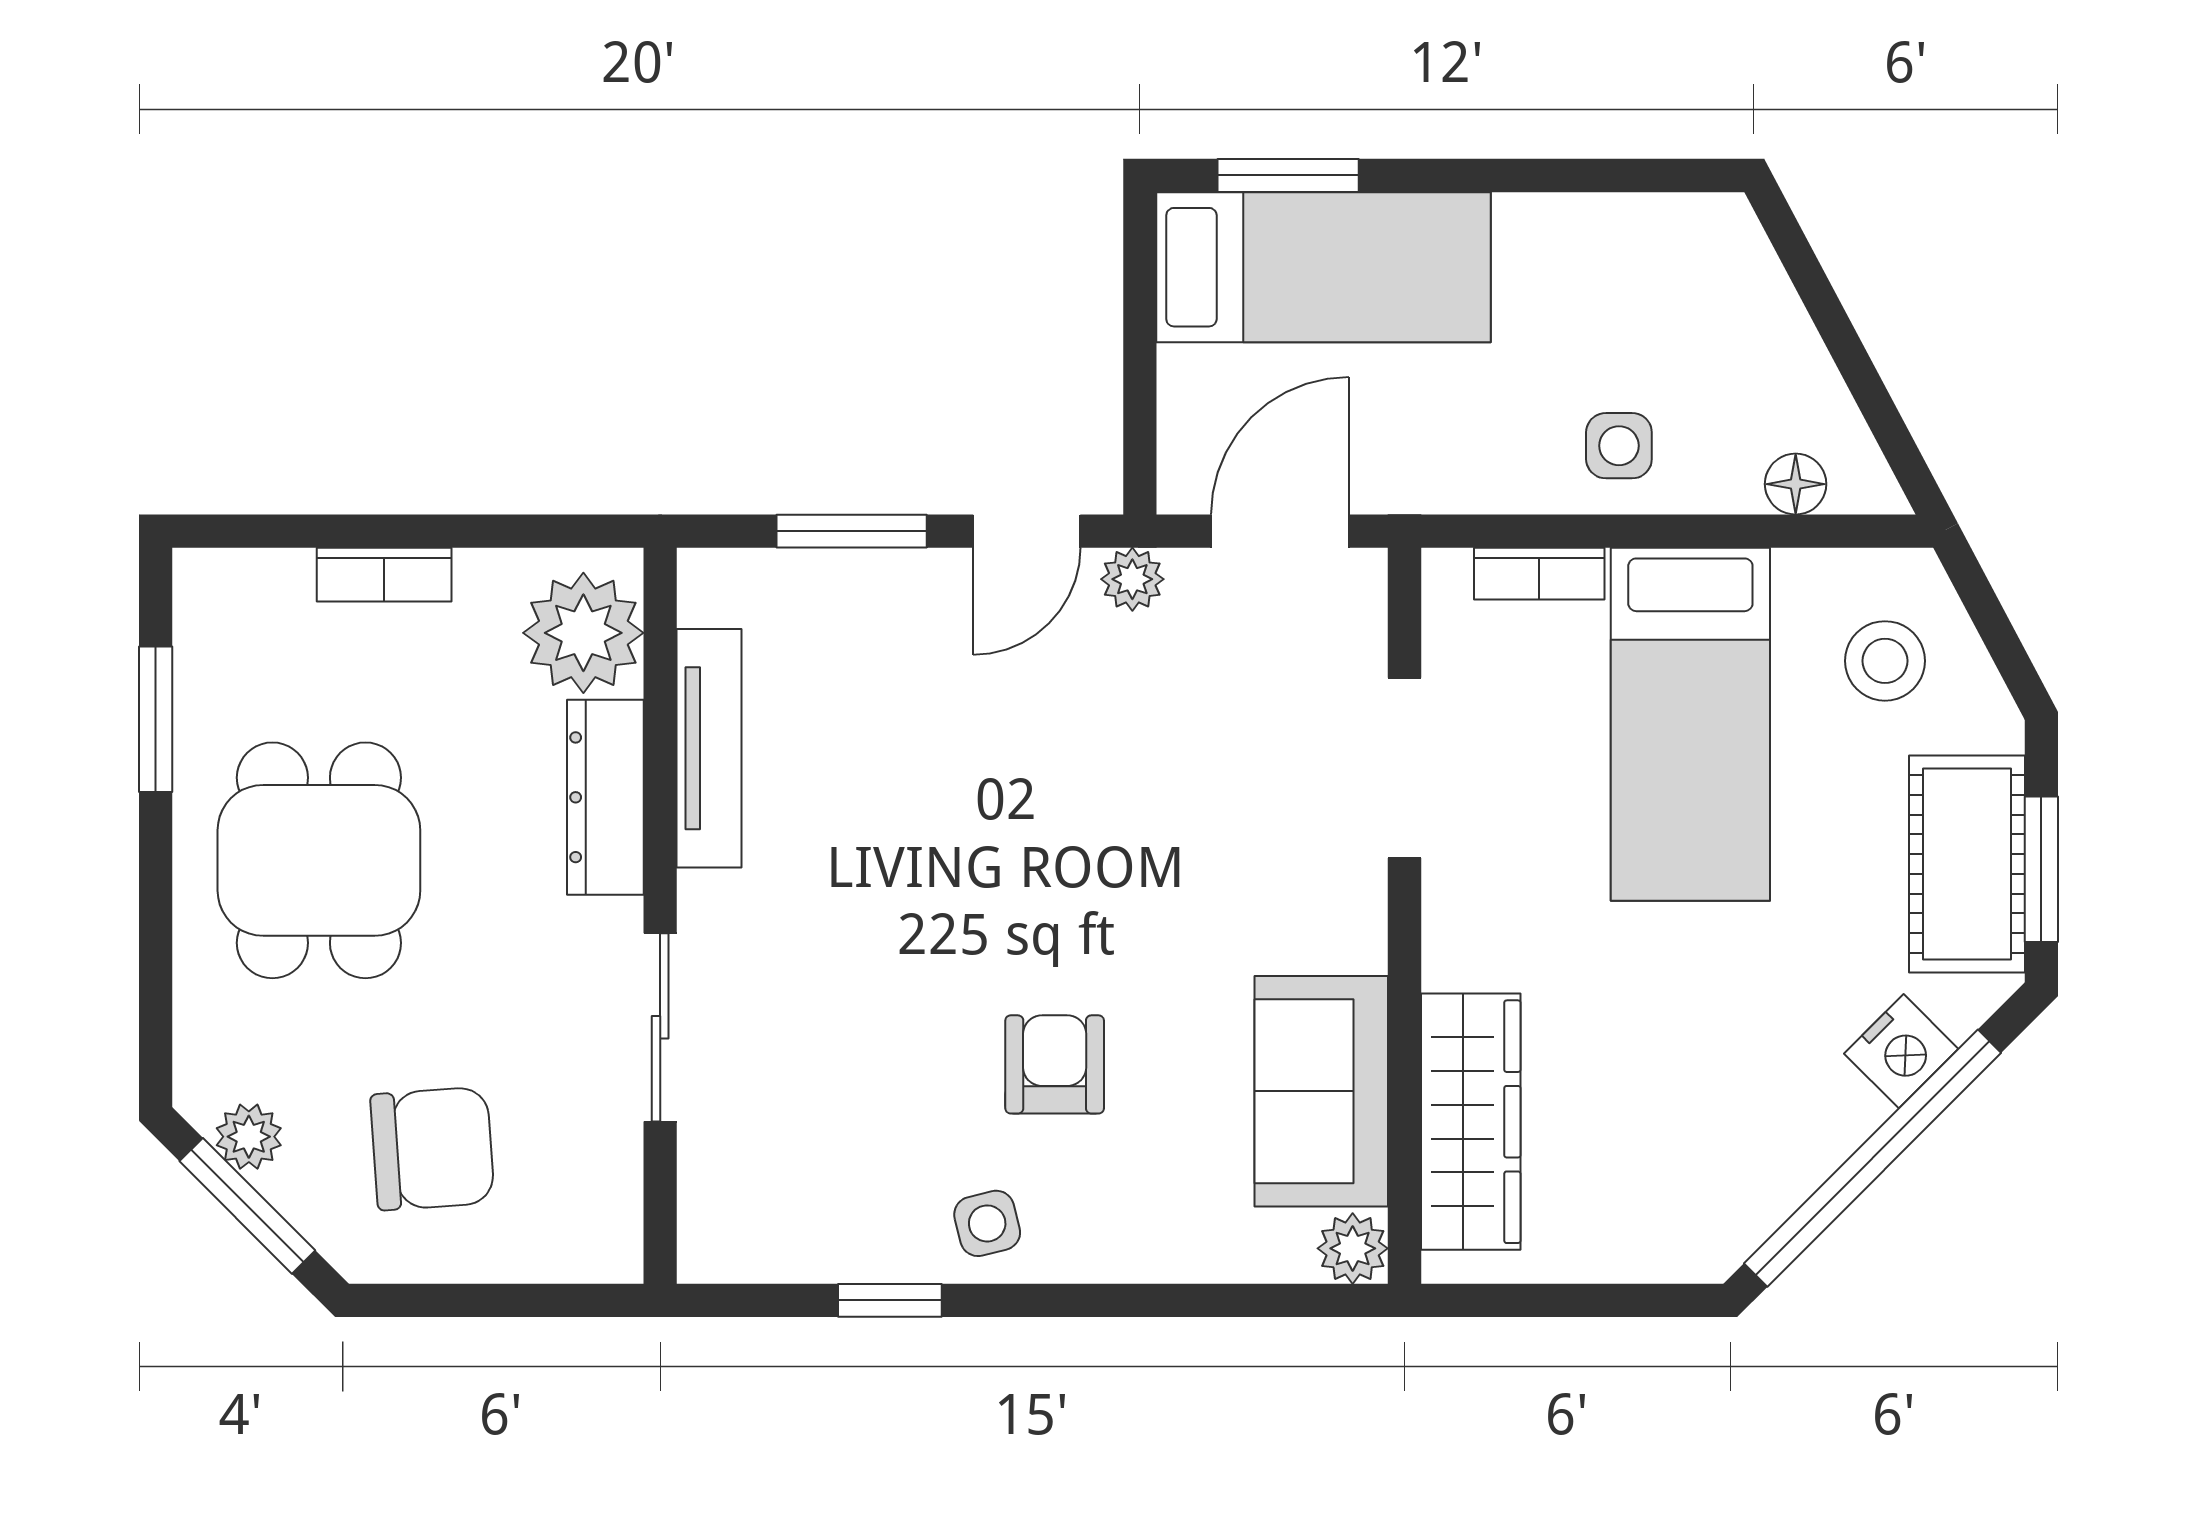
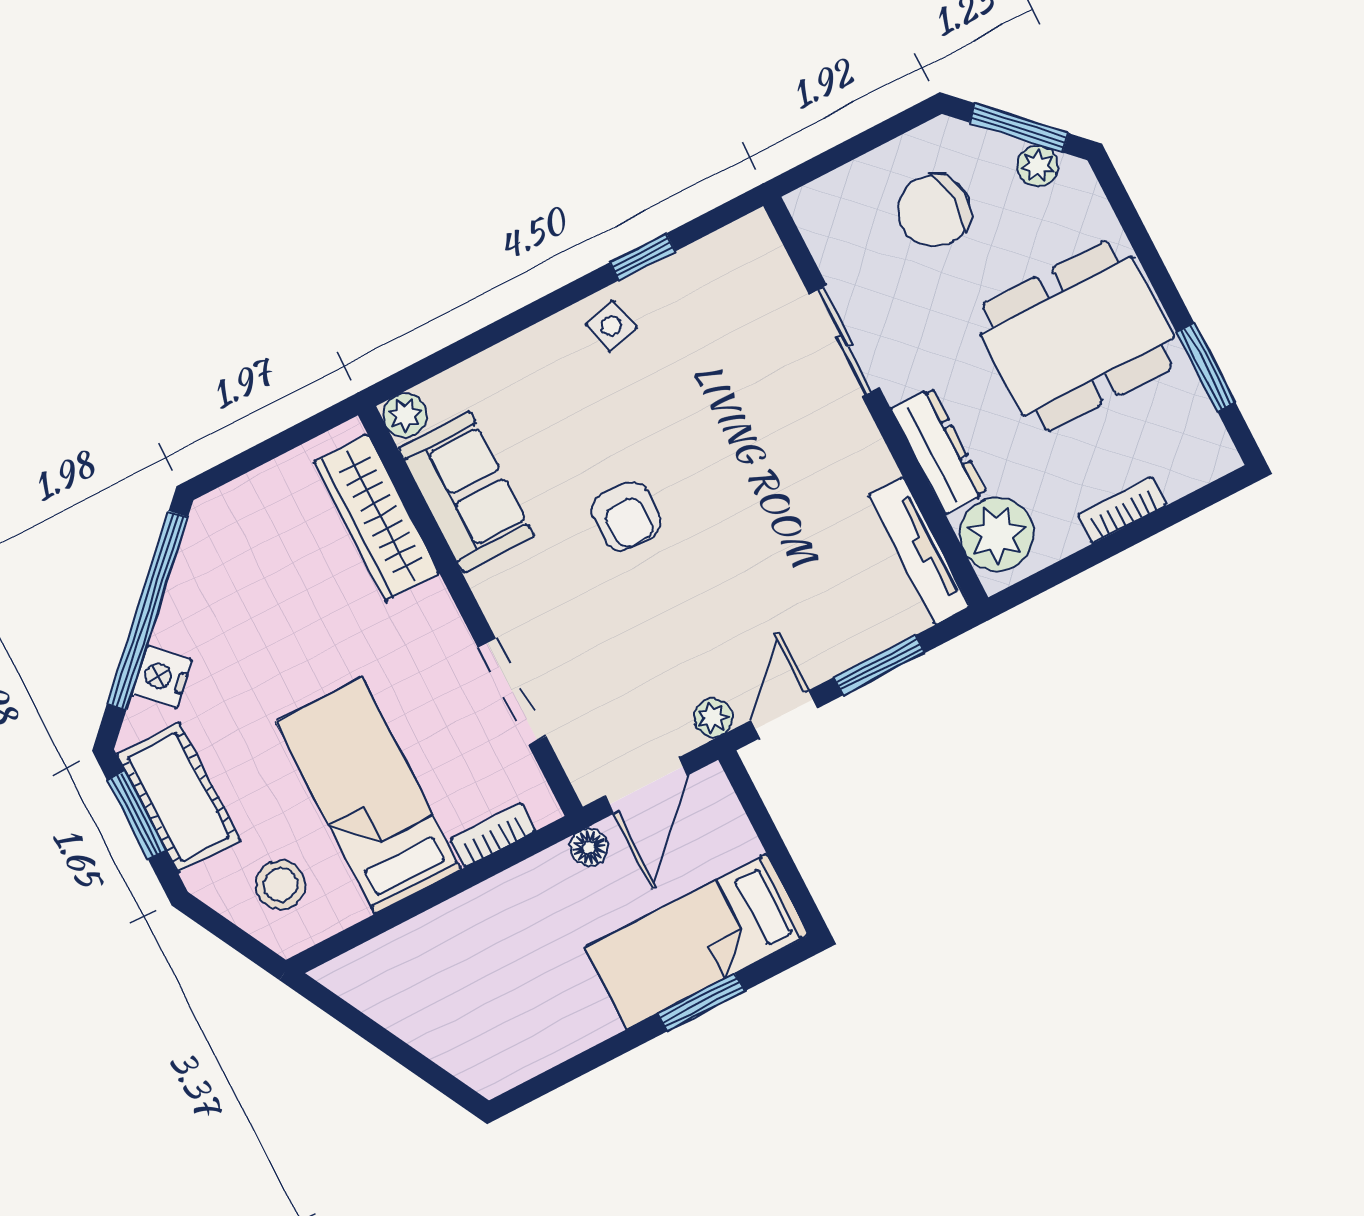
window: (1288, 175) -> (701, 1002), moved
side table: (1619, 446) -> (486, 927), removed
floor lamp: (1796, 484) -> (589, 847), moved
tv unit: (709, 748) -> (919, 551), moved
dining table: (319, 860) -> (1077, 336), width x1.38
armchair: (1055, 1064) -> (626, 516), moved

